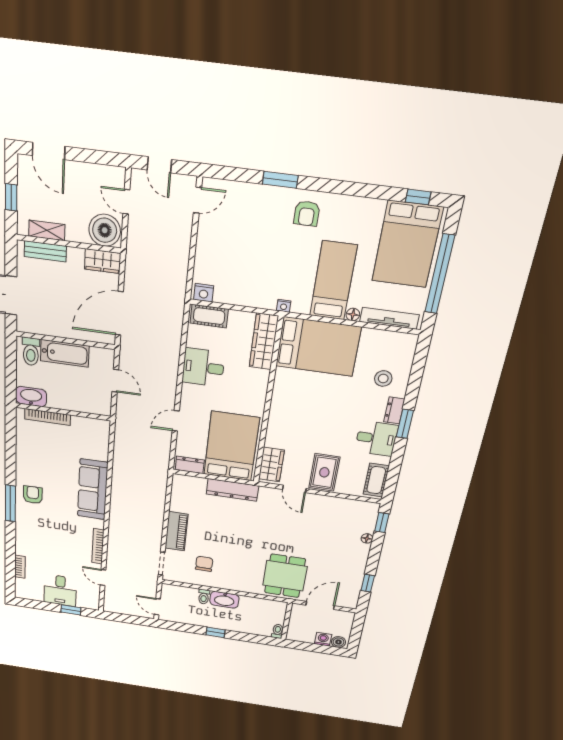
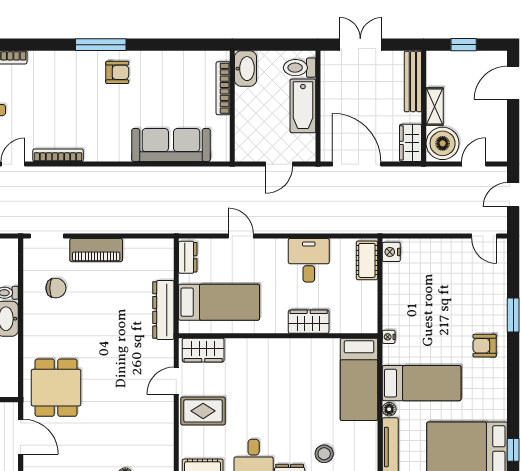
shelving: (47, 230) -> (435, 107), moved
bench: (45, 251) -> (413, 81), width x1.36
wardrobe: (264, 342) -> (309, 322), moved, width x0.67
bed: (318, 347) -> (359, 379), width x0.67
bed: (231, 446) -> (219, 302), width x0.67
sofa: (93, 489) -> (171, 145), moved
dining table: (285, 576) -> (56, 388), turned 90

